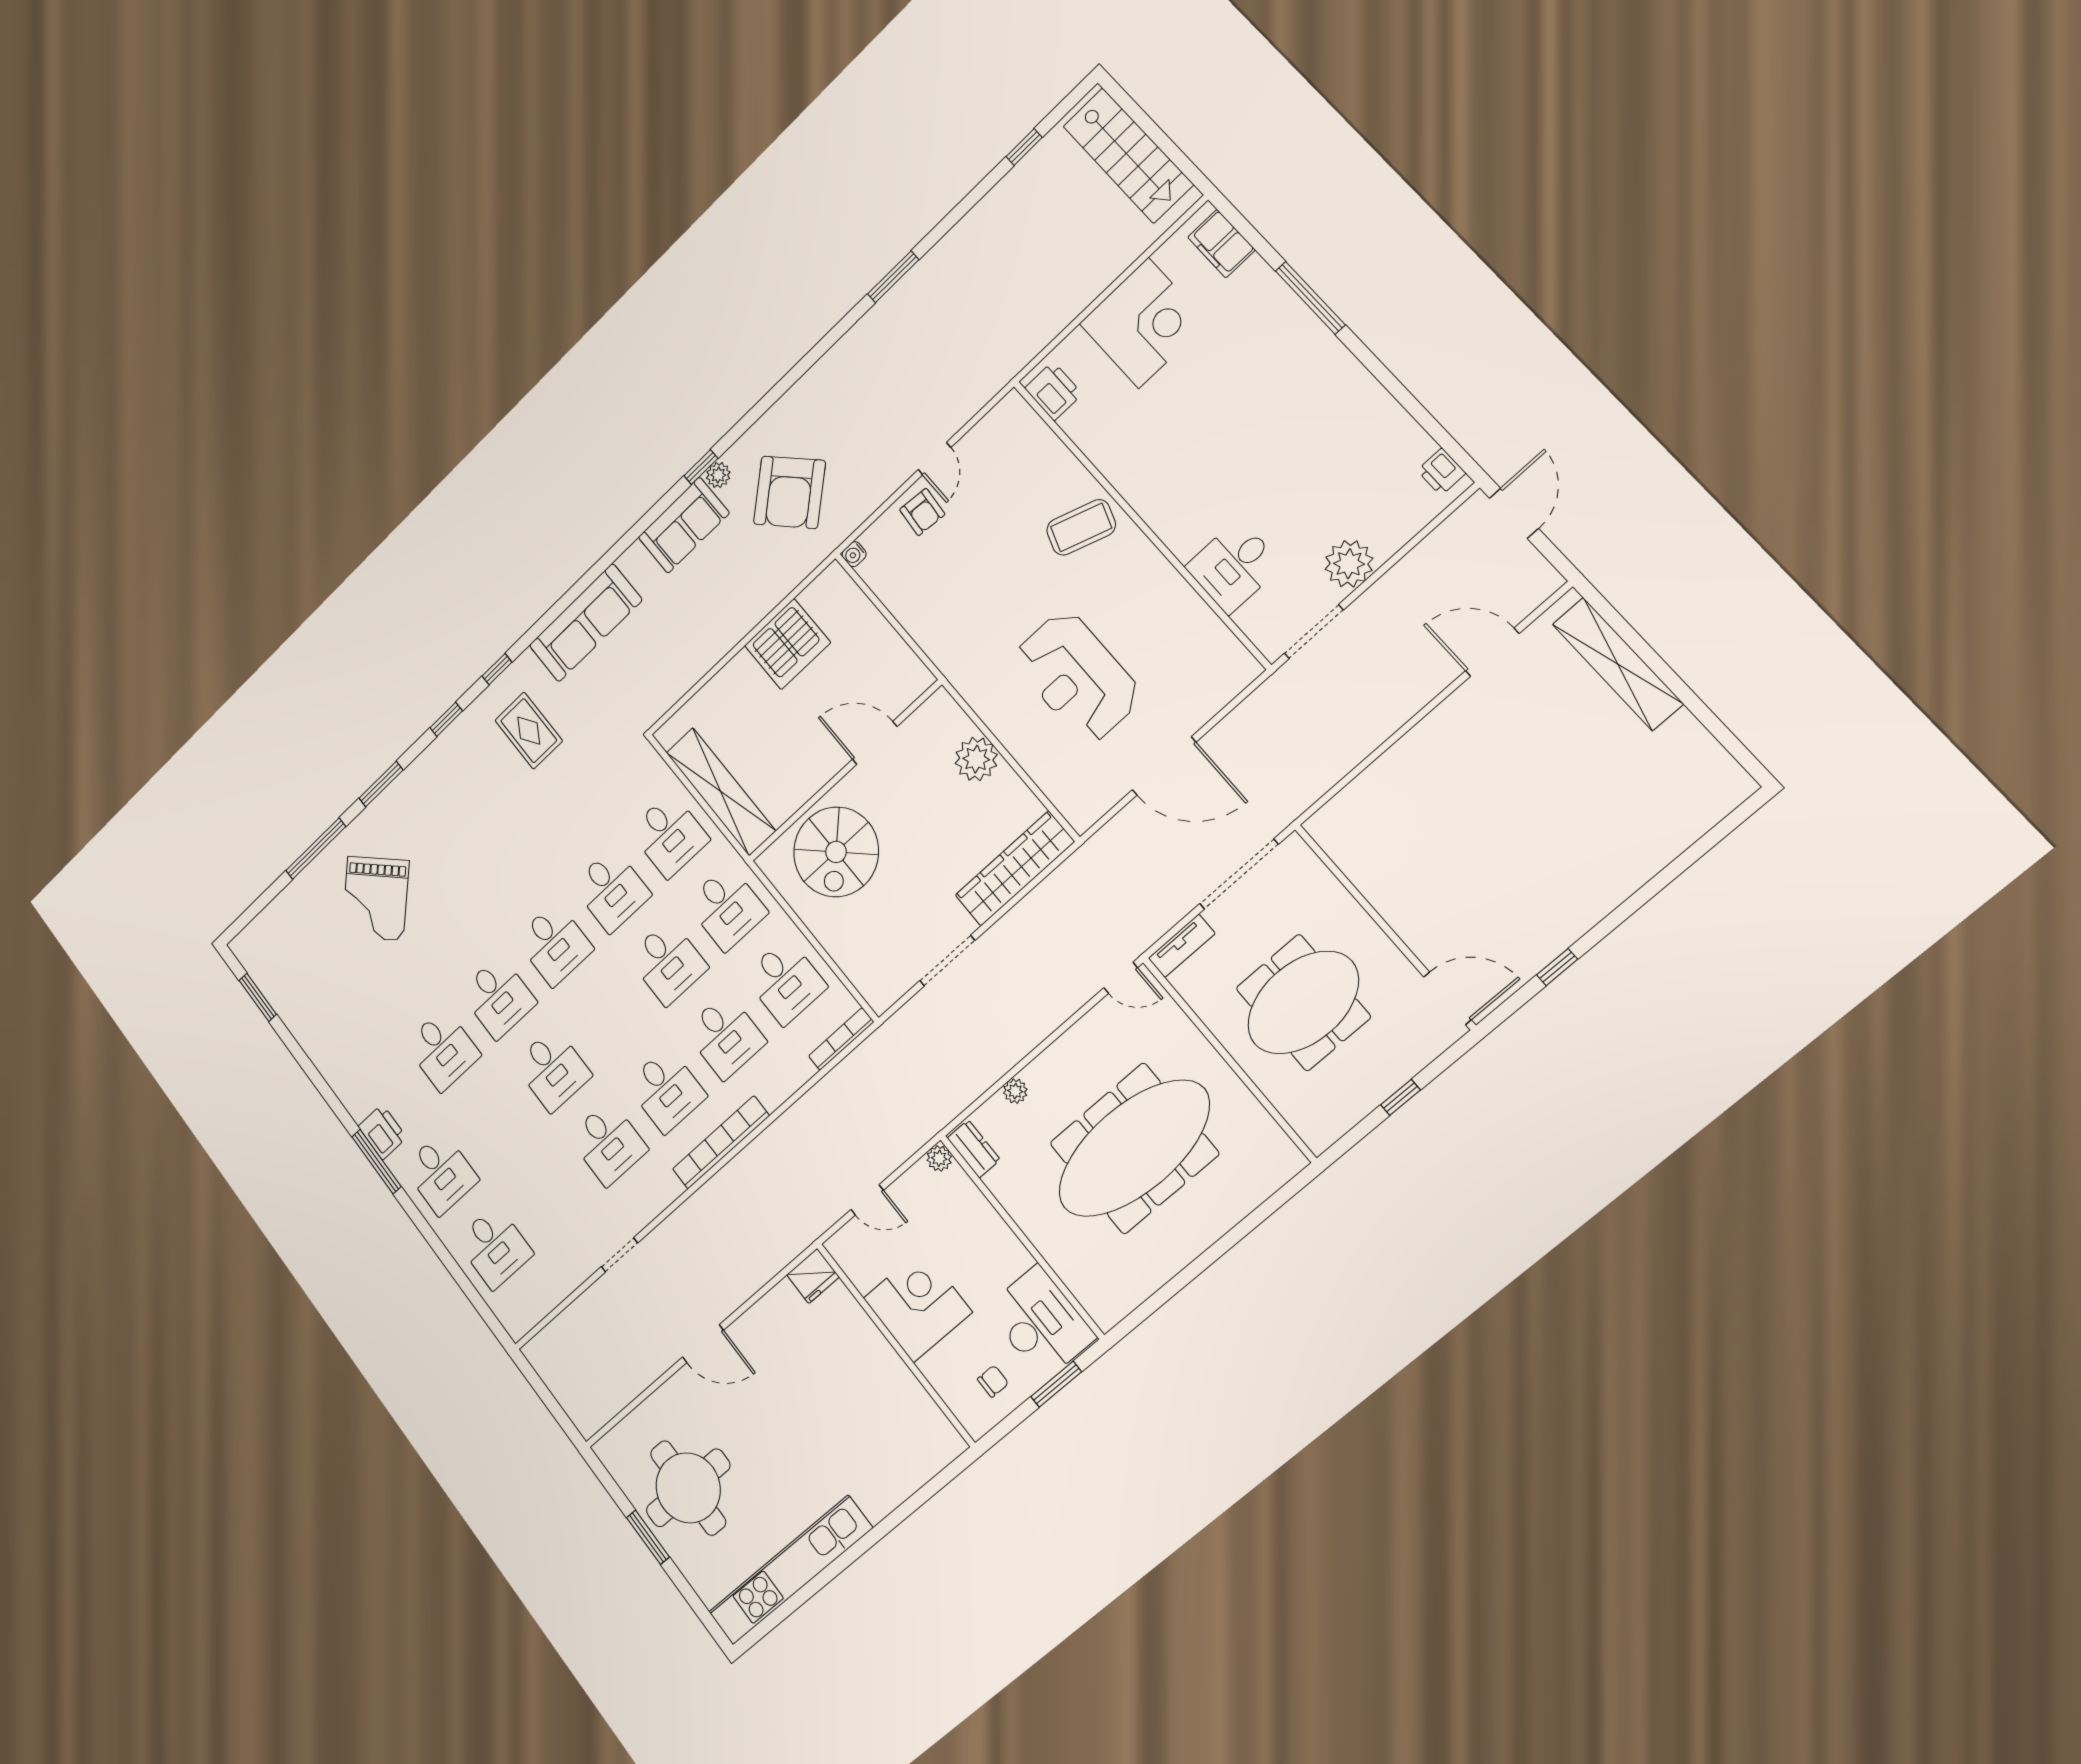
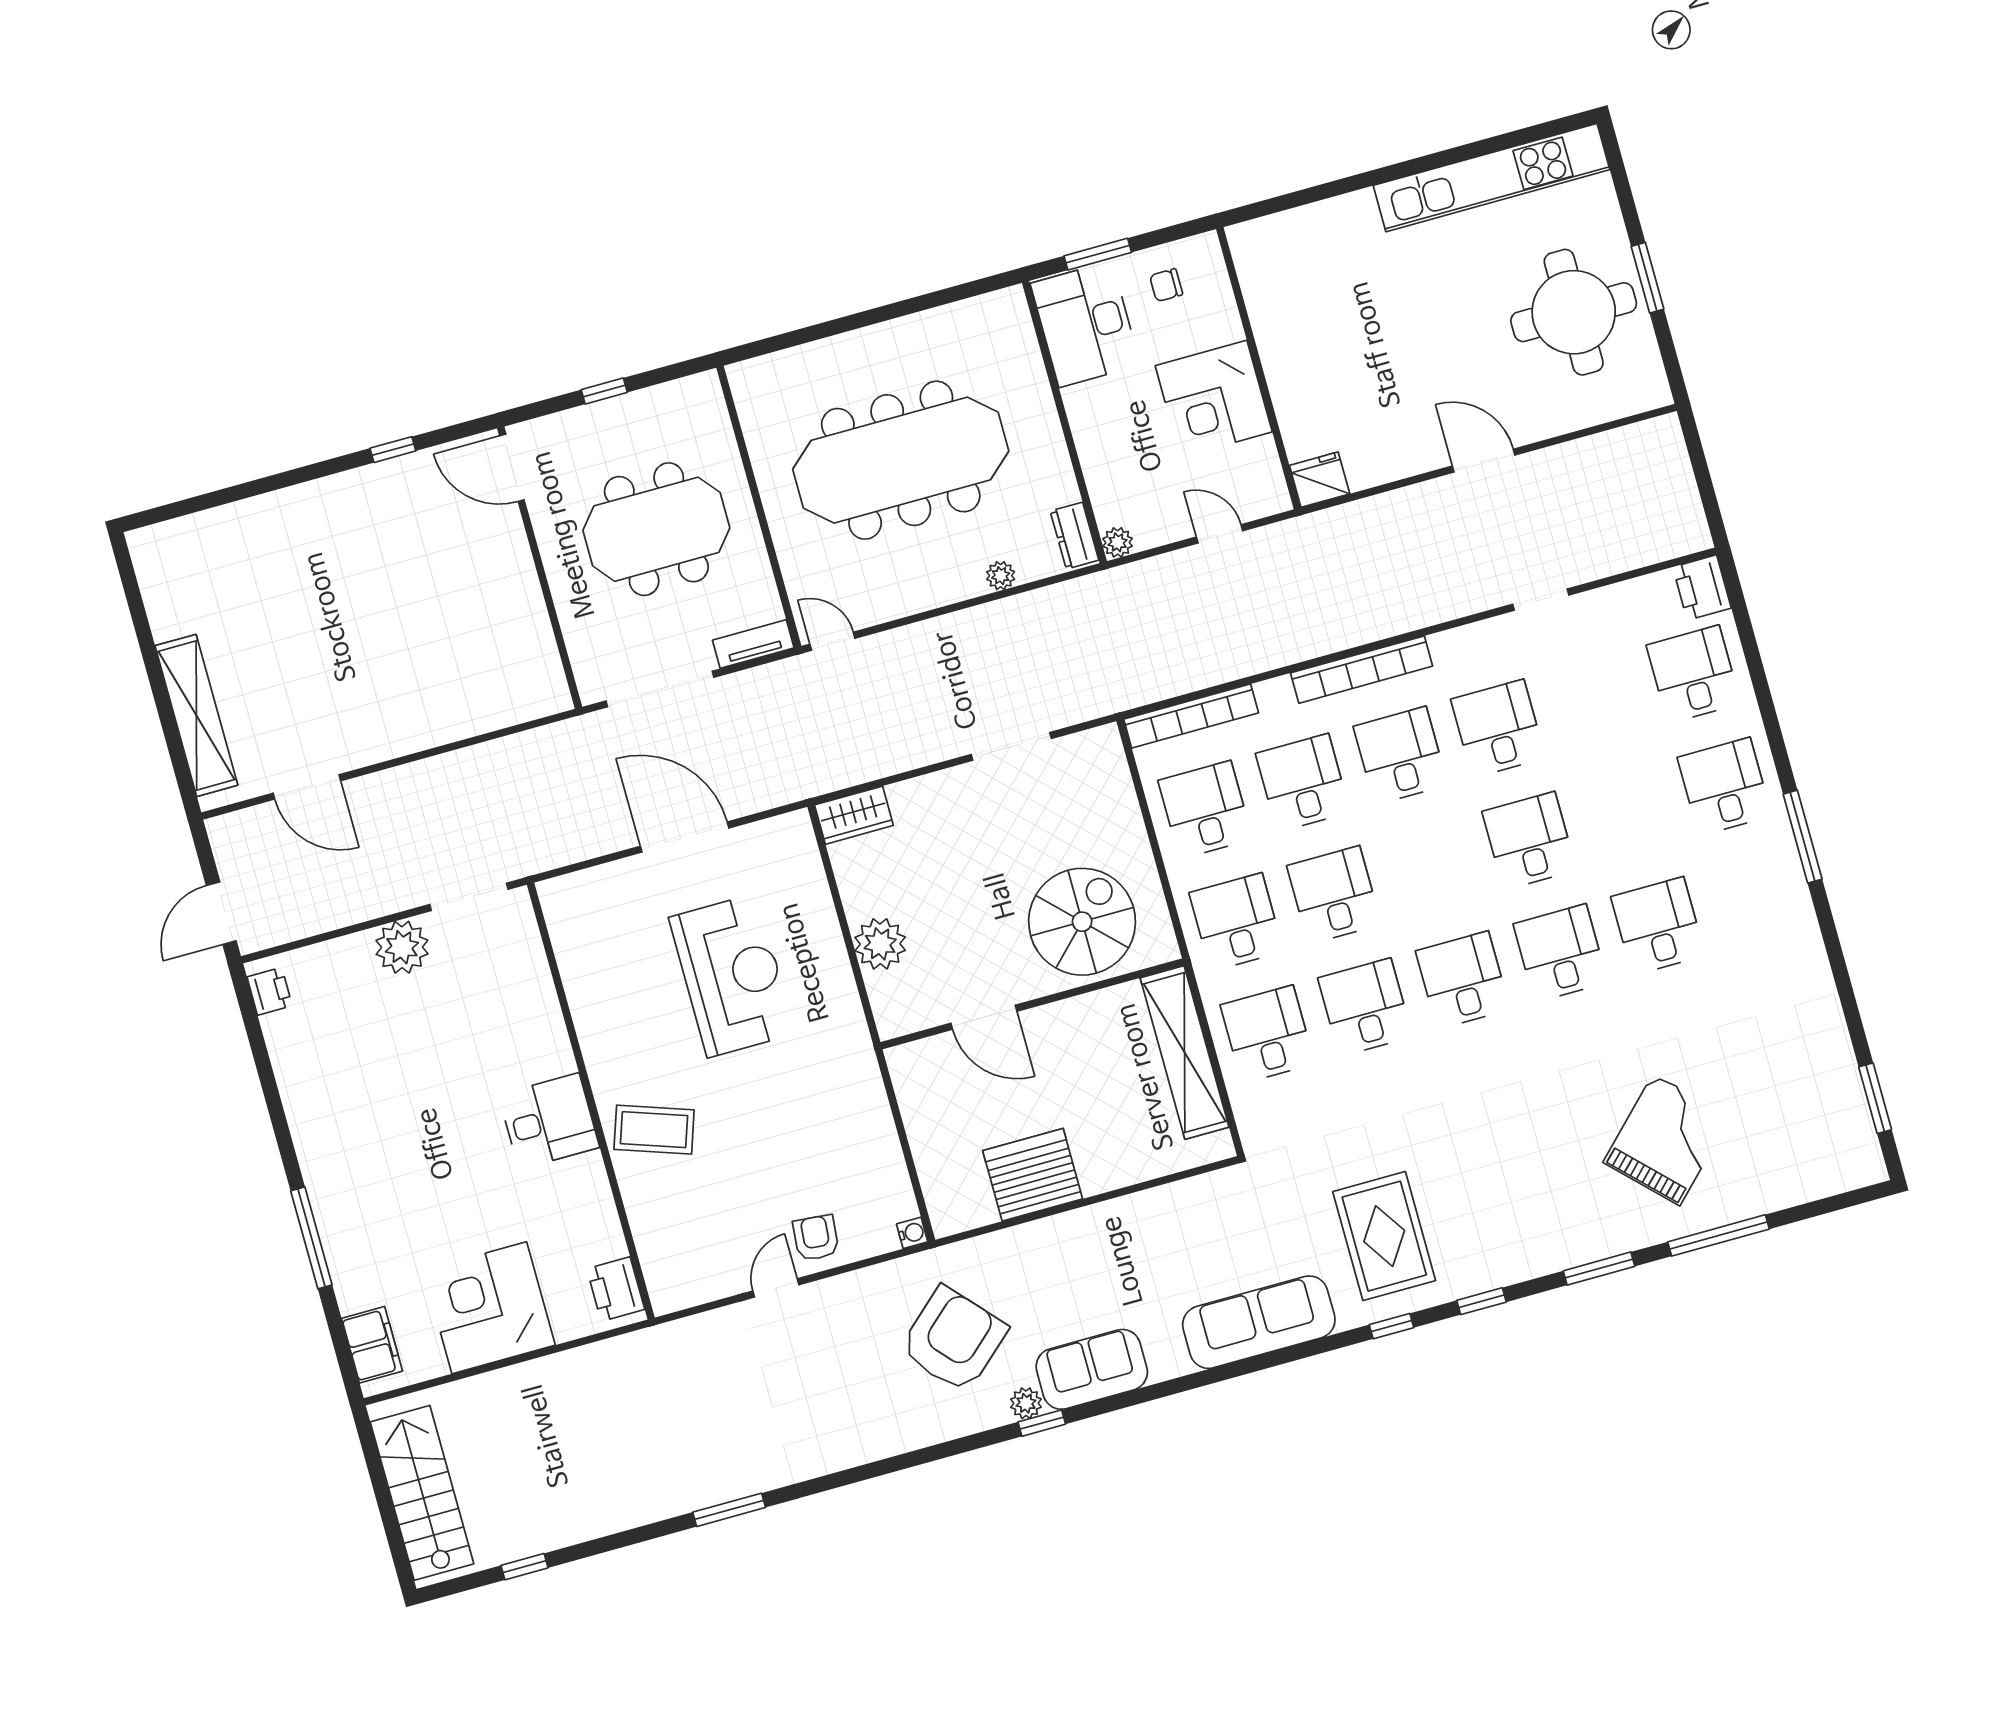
desk: (1234, 566) -> (549, 1121), moved
rug: (529, 731) -> (1384, 1236), width x1.36, depth x1.43
wardrobe: (1015, 869) -> (854, 815), width x0.48, depth x0.85
bookcase: (841, 1039) -> (1191, 716), width x1.48, depth x1.31
printer: (382, 1132) -> (1702, 588), moved

